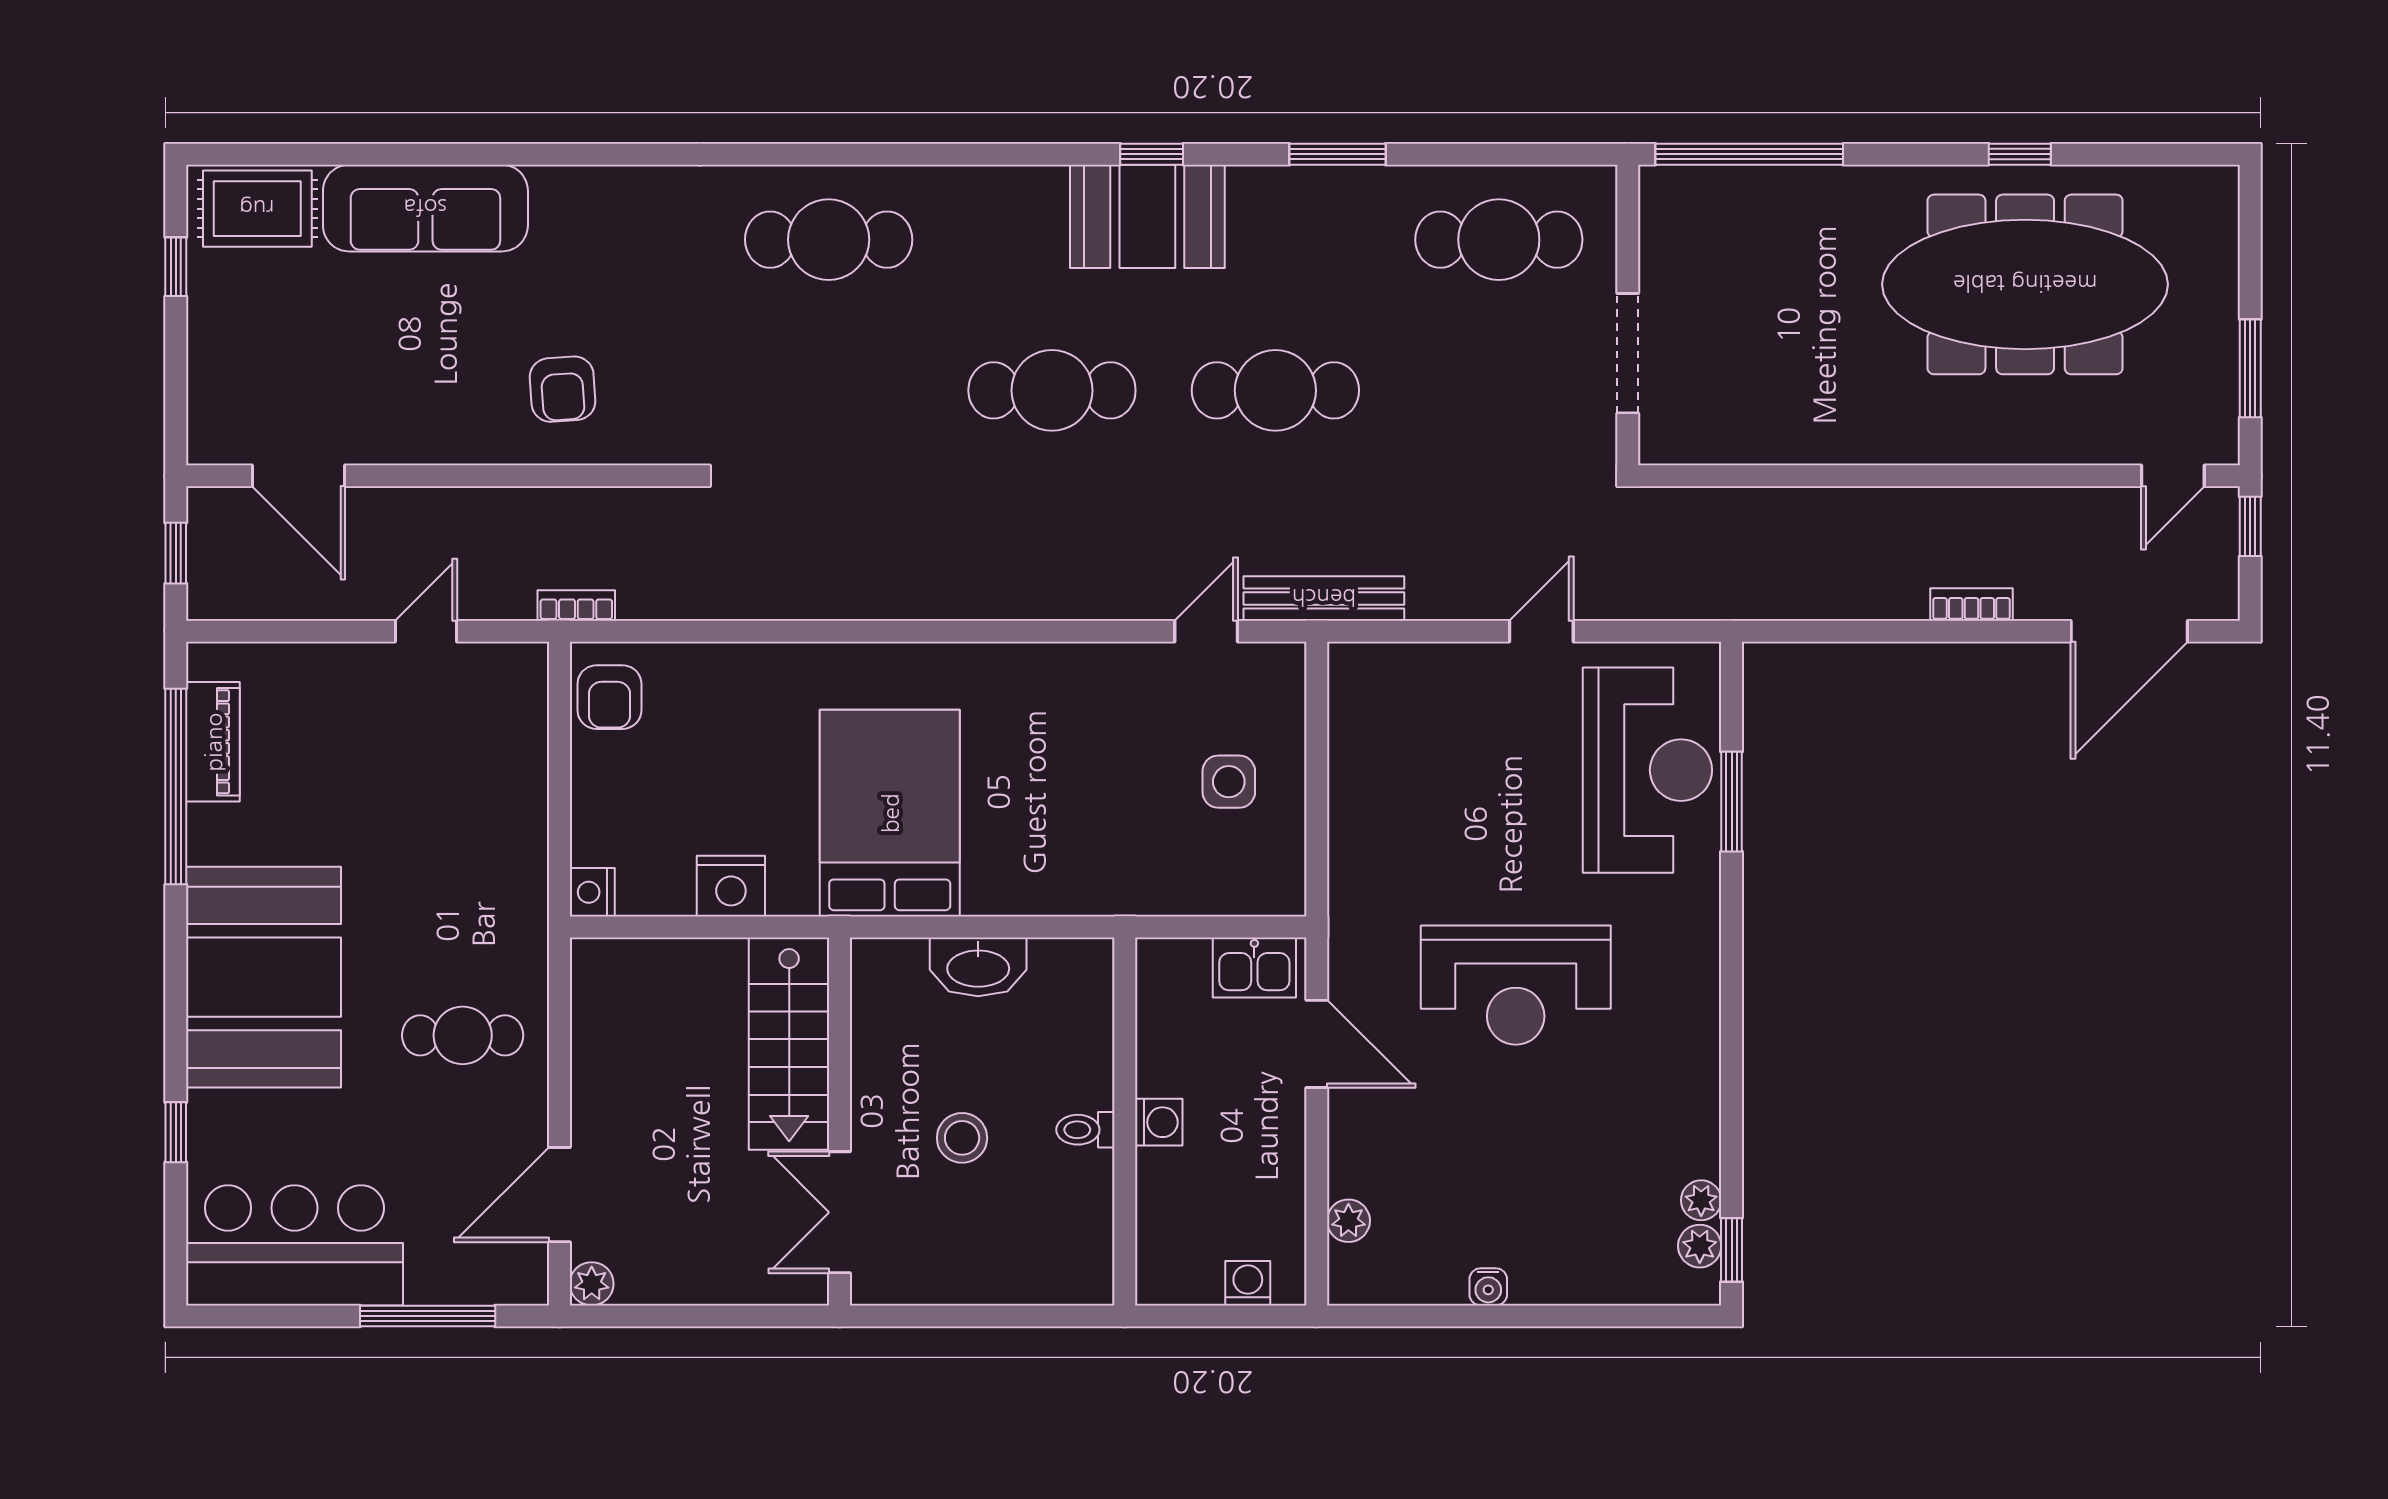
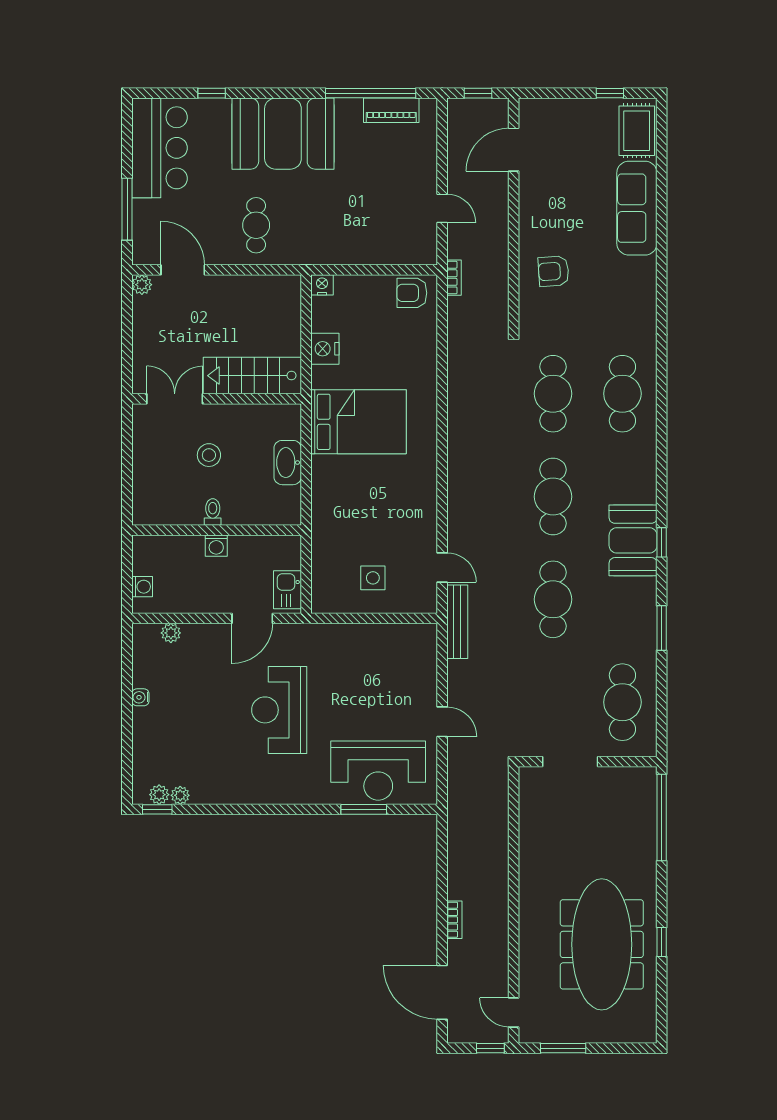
cafe table: (829, 390) -> (553, 394), added

